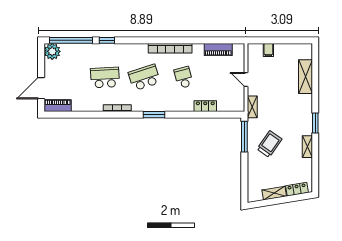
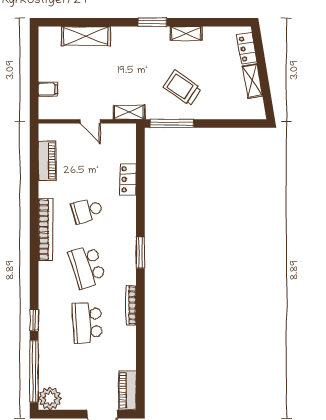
door: (246, 80) -> (90, 121), hinge flipped

